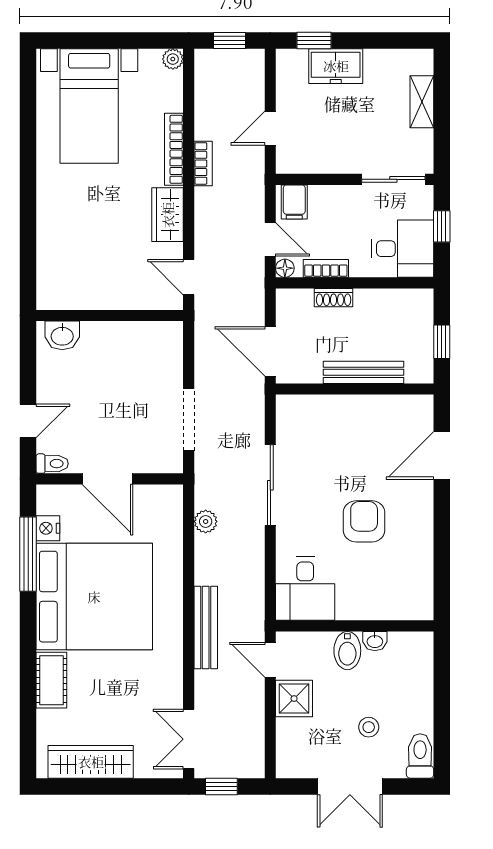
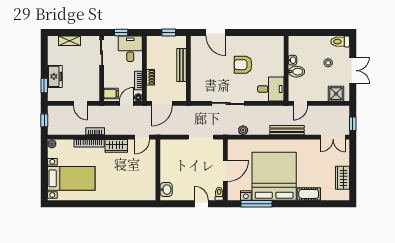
door: (270, 351) -> (162, 103), moved
shower: (294, 699) -> (336, 94), moved
wardrobe: (91, 762) -> (342, 178), width x0.67

